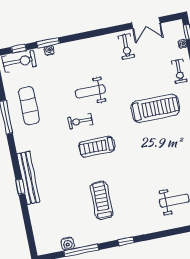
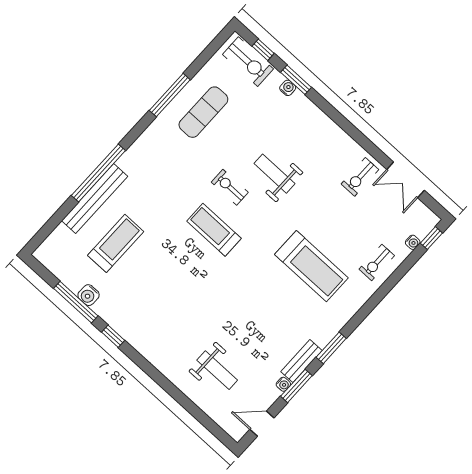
bench: (28, 178) -> (95, 199), moved
window: (20, 187) -> (98, 173), width x3.17
treadmill: (102, 200) -> (116, 243), moved
window: (126, 241) -> (113, 336), moved
water cooler: (68, 244) -> (89, 295), moved

